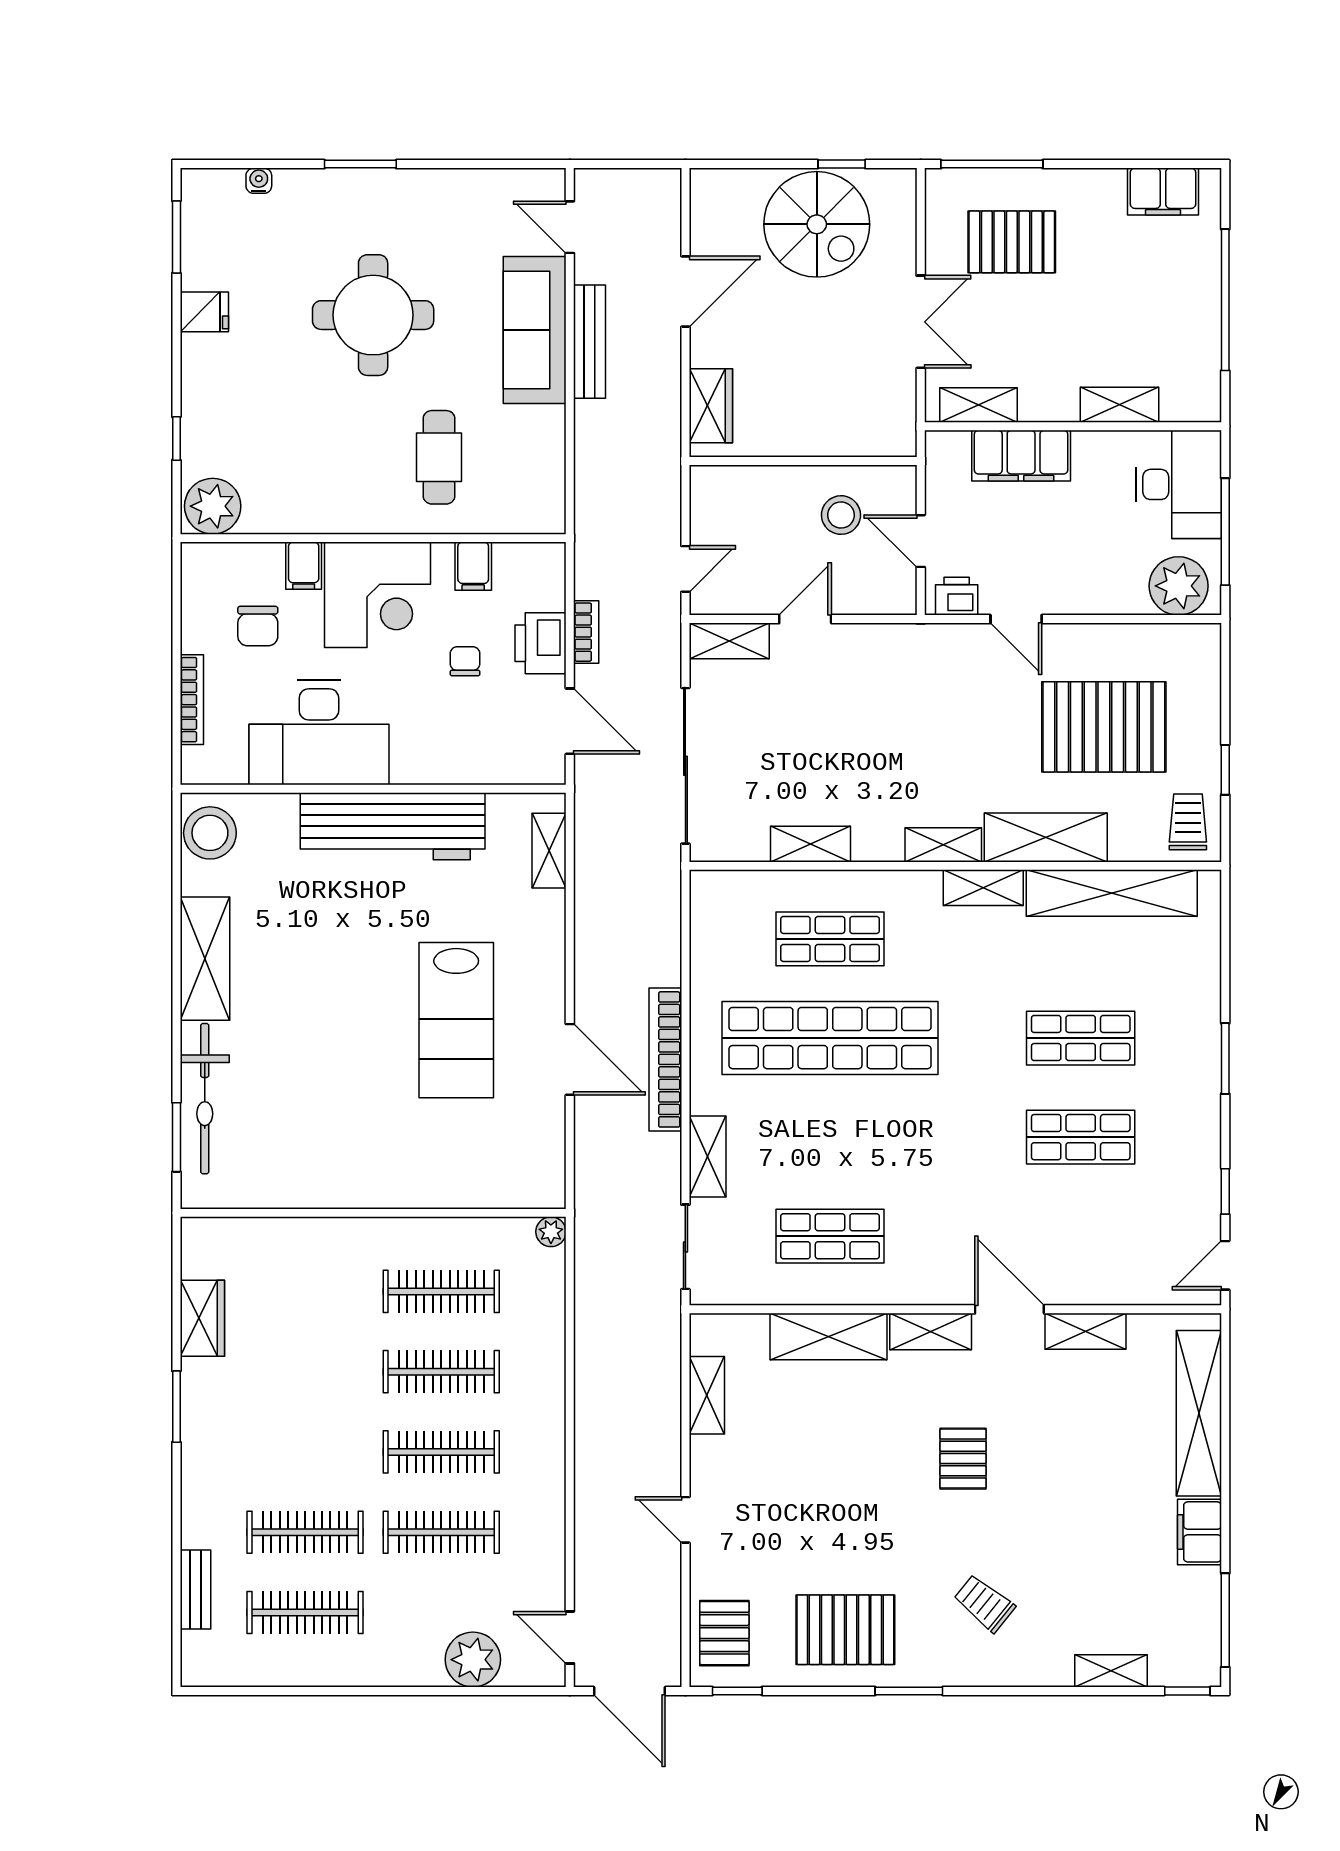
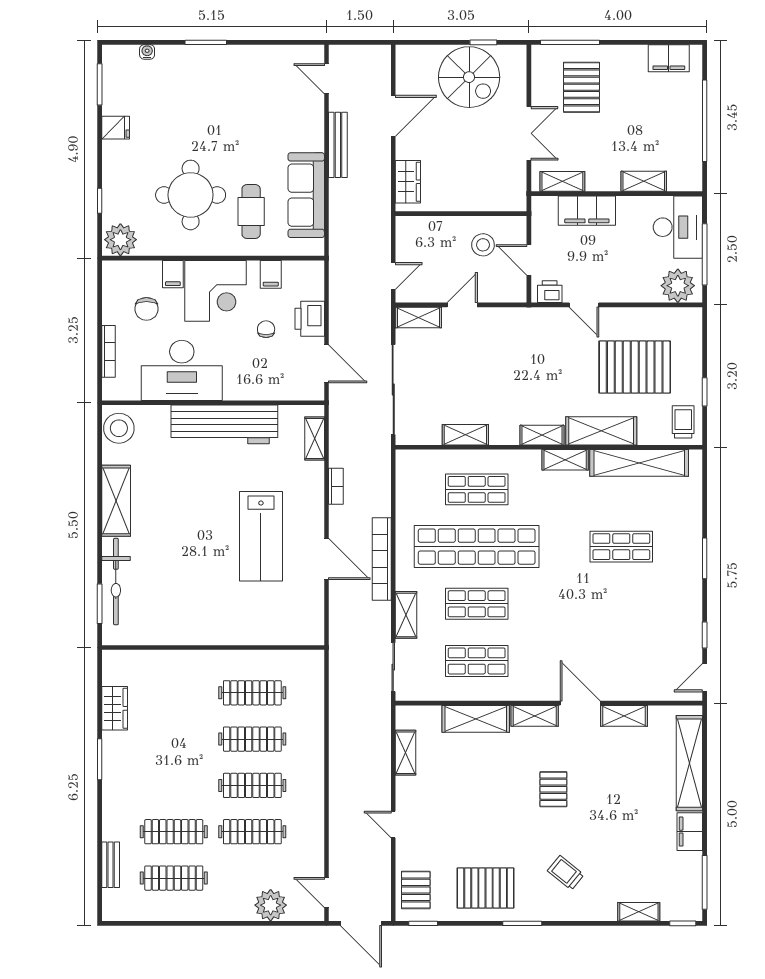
pallet: (1012, 242) -> (582, 87), turned 90
round table: (373, 315) -> (191, 195), moved
sofa: (535, 330) -> (306, 195), moved
bookcase: (586, 632) -> (336, 486), moved
shop shelf: (1081, 1137) -> (477, 604), moved
plant: (551, 1232) -> (316, 658), removed

